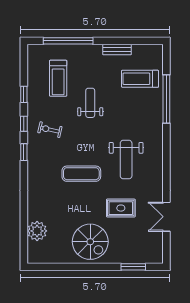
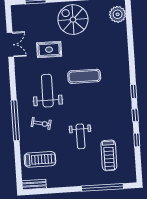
bench: (117, 49) -> (34, 184), moved
treadmill: (58, 78) -> (109, 155), turned 180
window: (166, 99) -> (15, 120), moved
exercise bike: (50, 130) -> (41, 123), moved
plant: (37, 231) -> (118, 14), moved

